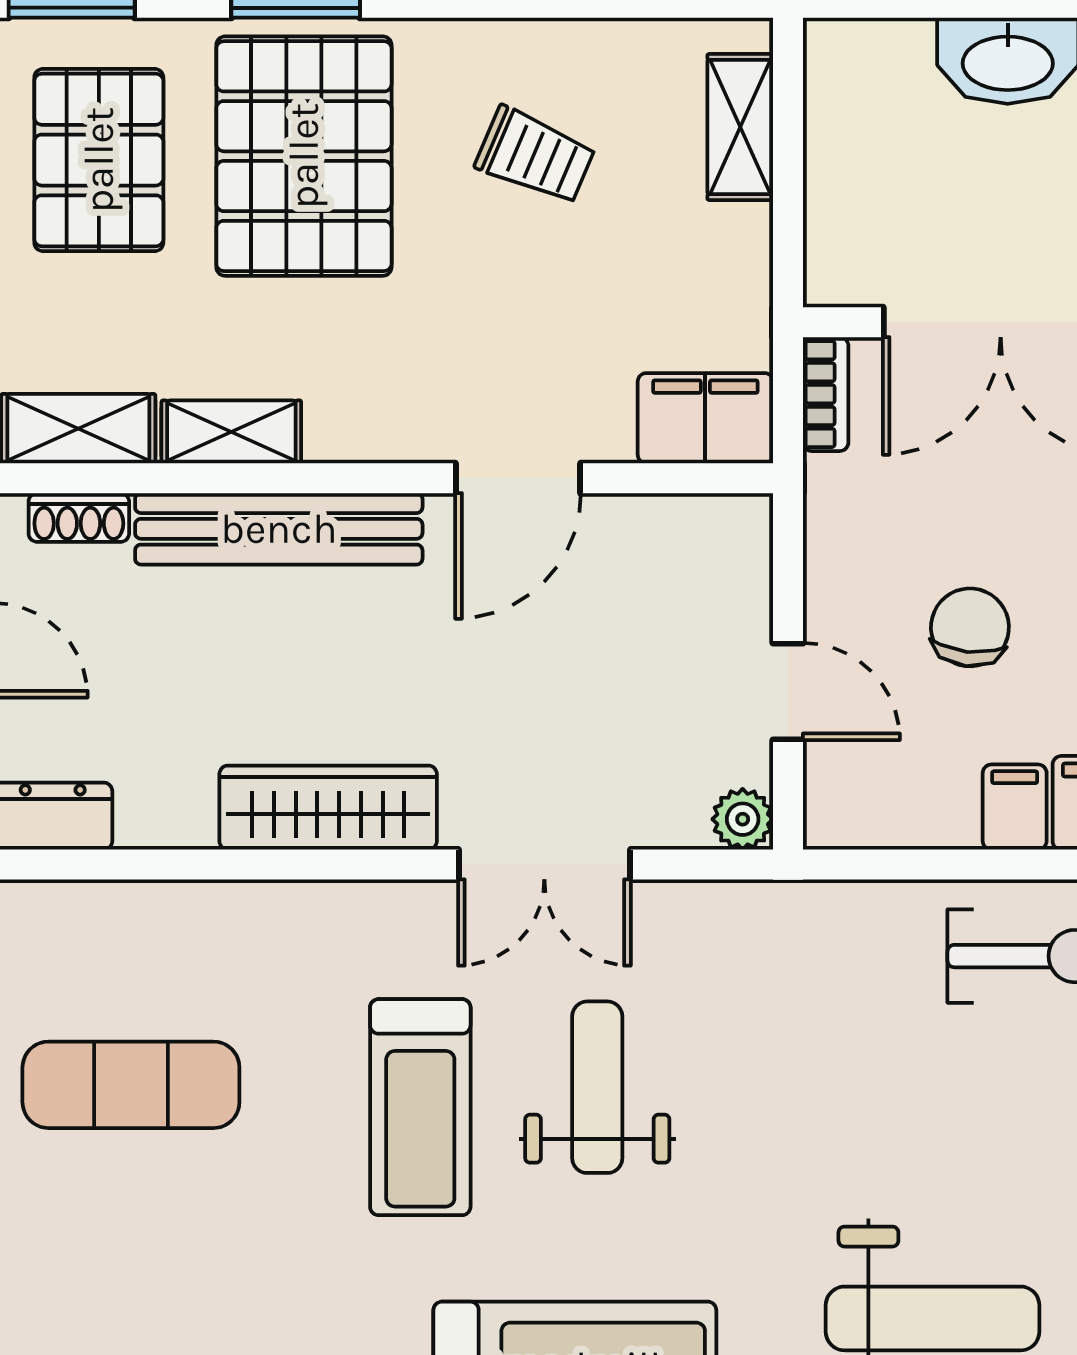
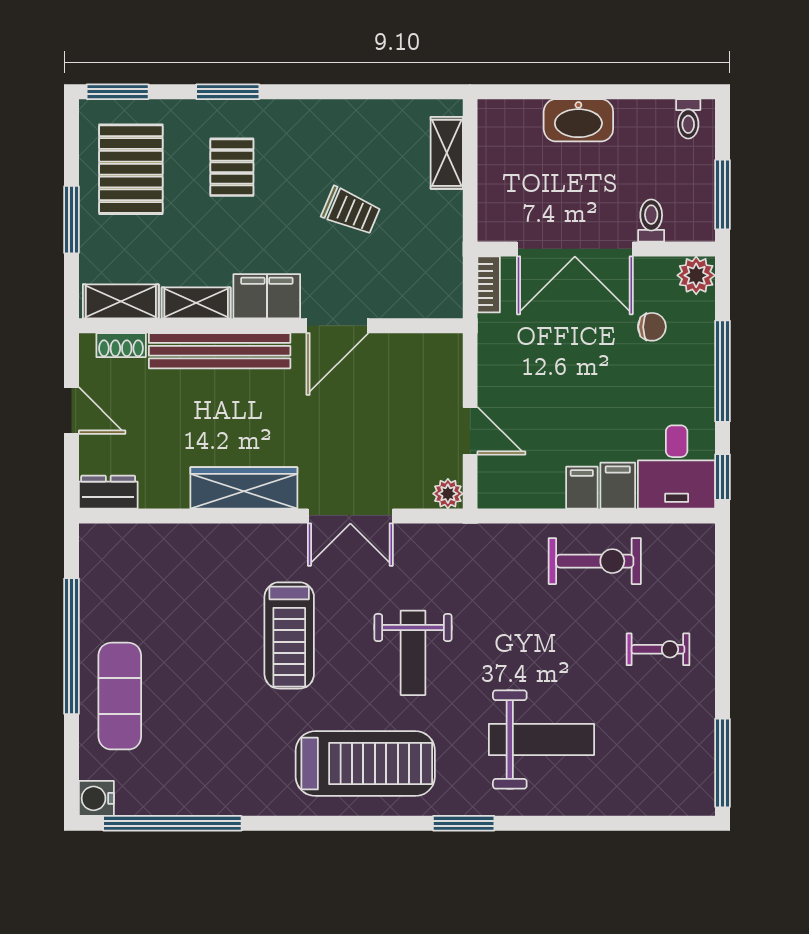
pallet: (304, 156) -> (232, 167), width x0.49, depth x0.50
trolley: (535, 156) -> (351, 211), moved
filing cabinet: (705, 418) -> (267, 296), moved
chair: (970, 627) -> (560, 399), removed
exercise mat: (131, 1085) -> (120, 696), moved, turned 90
weight bench: (597, 1087) -> (413, 653), moved, turned 180

